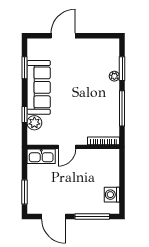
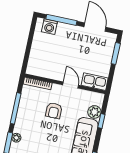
armchair: (79, 115) -> (54, 111), added
door: (67, 147) -> (71, 85), hinge flipped
washing machine: (112, 195) -> (49, 27), moved, turned 90

